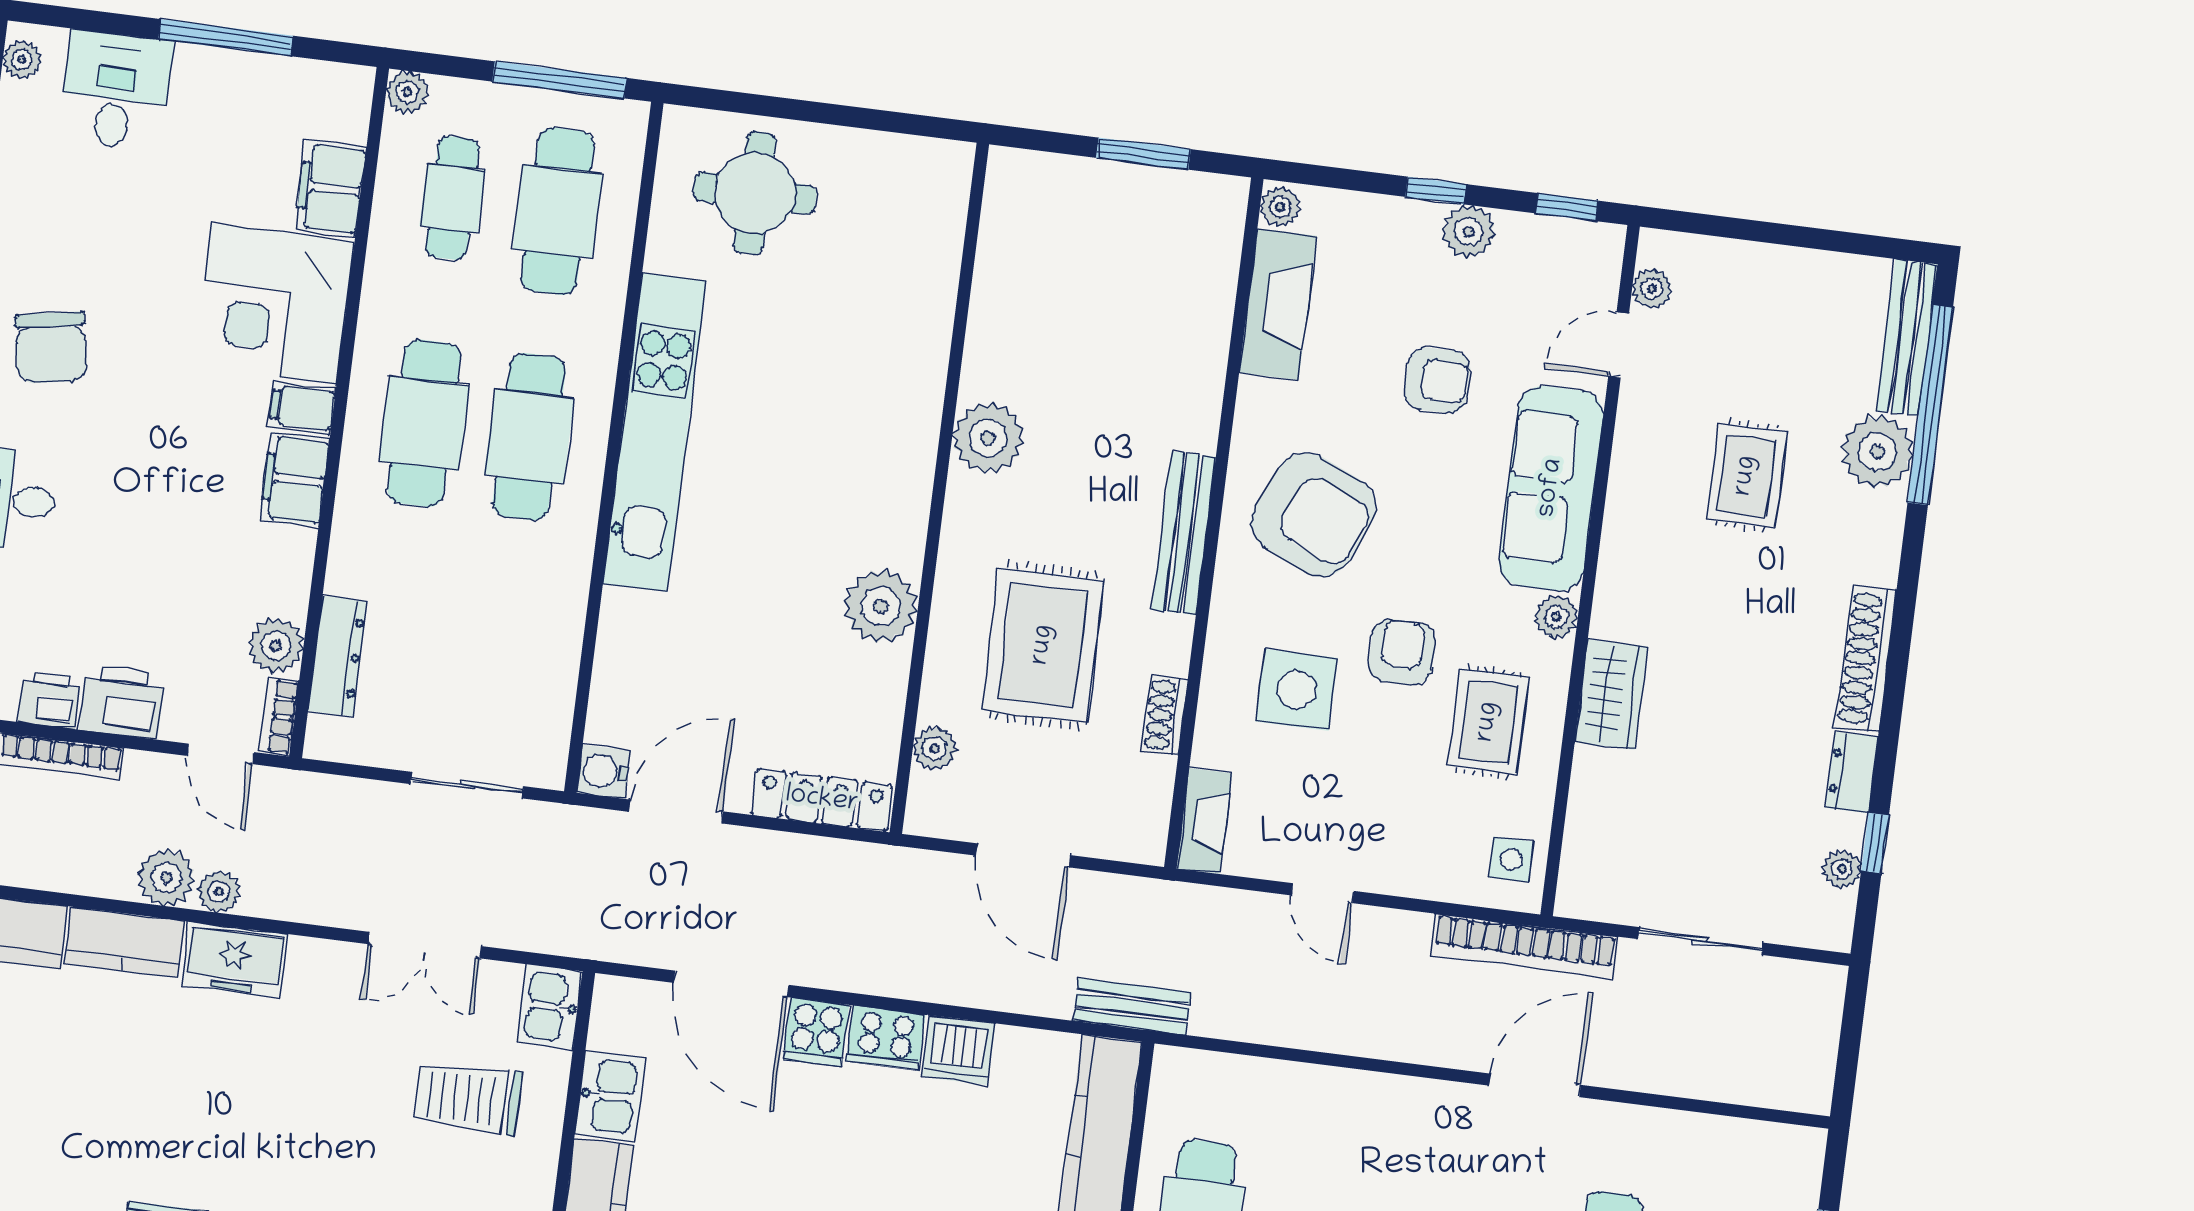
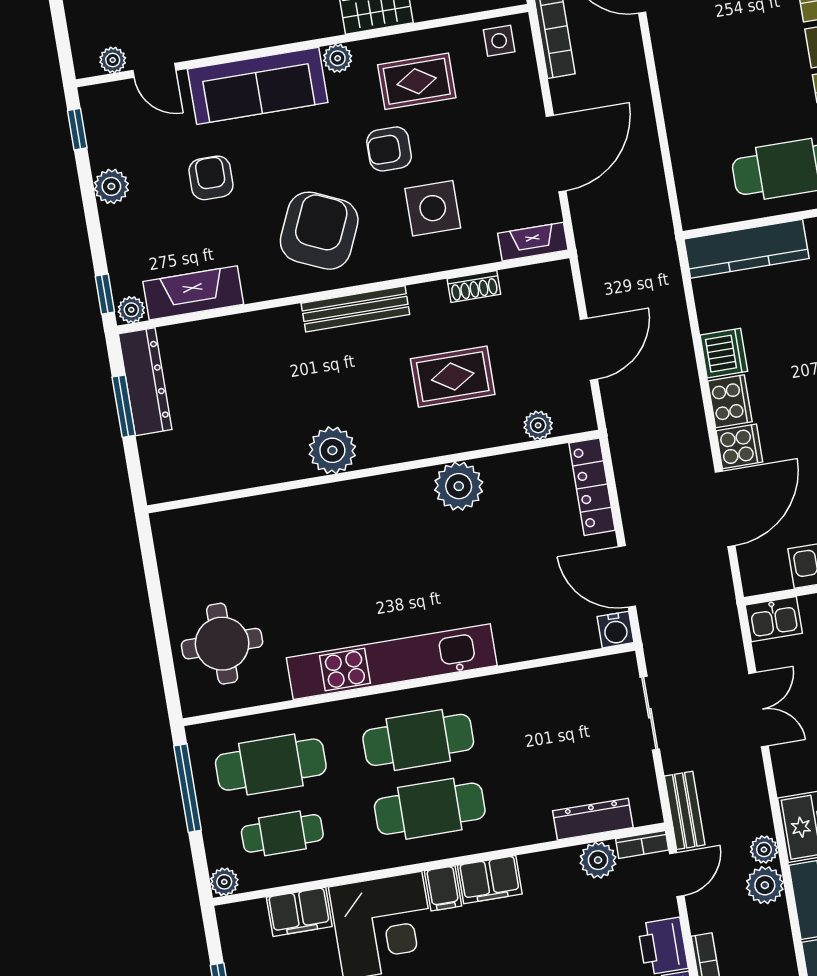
window: (1436, 190) -> (105, 294), moved
dresser: (1170, 196) -> (145, 382), added
rug: (1043, 645) -> (453, 377), width x0.73, depth x0.70
door: (1322, 893) -> (556, 154), width x1.87
bench: (1132, 1006) -> (685, 810), moved

